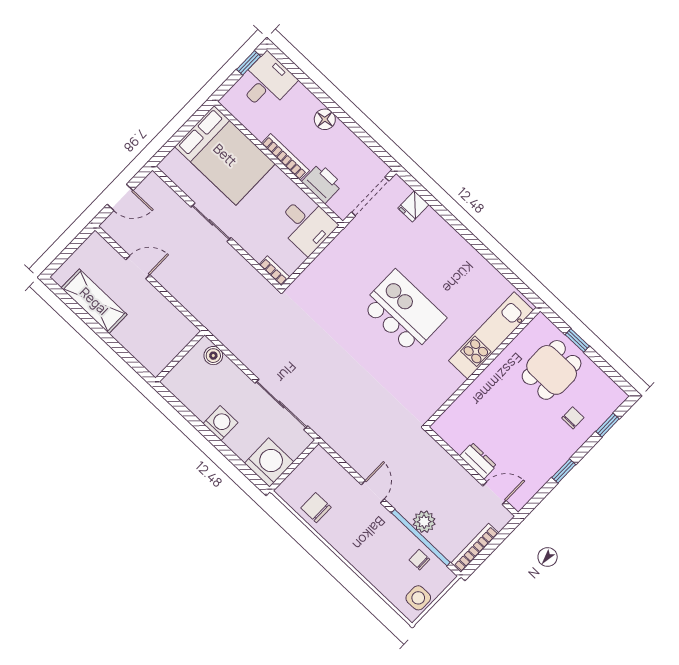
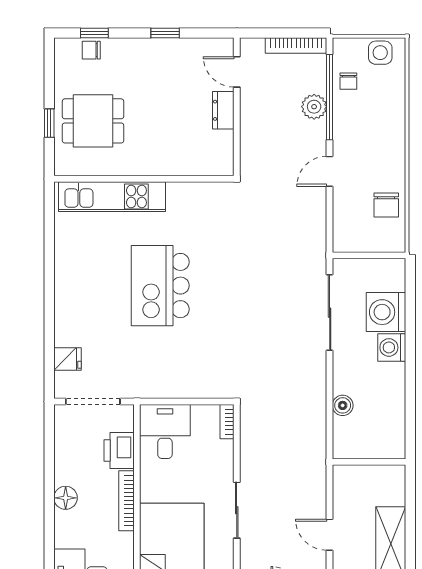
wall: (180, 356) -> (369, 462), moved
chair: (573, 418) -> (91, 50), moved
washing machine: (269, 463) -> (386, 312), moved

